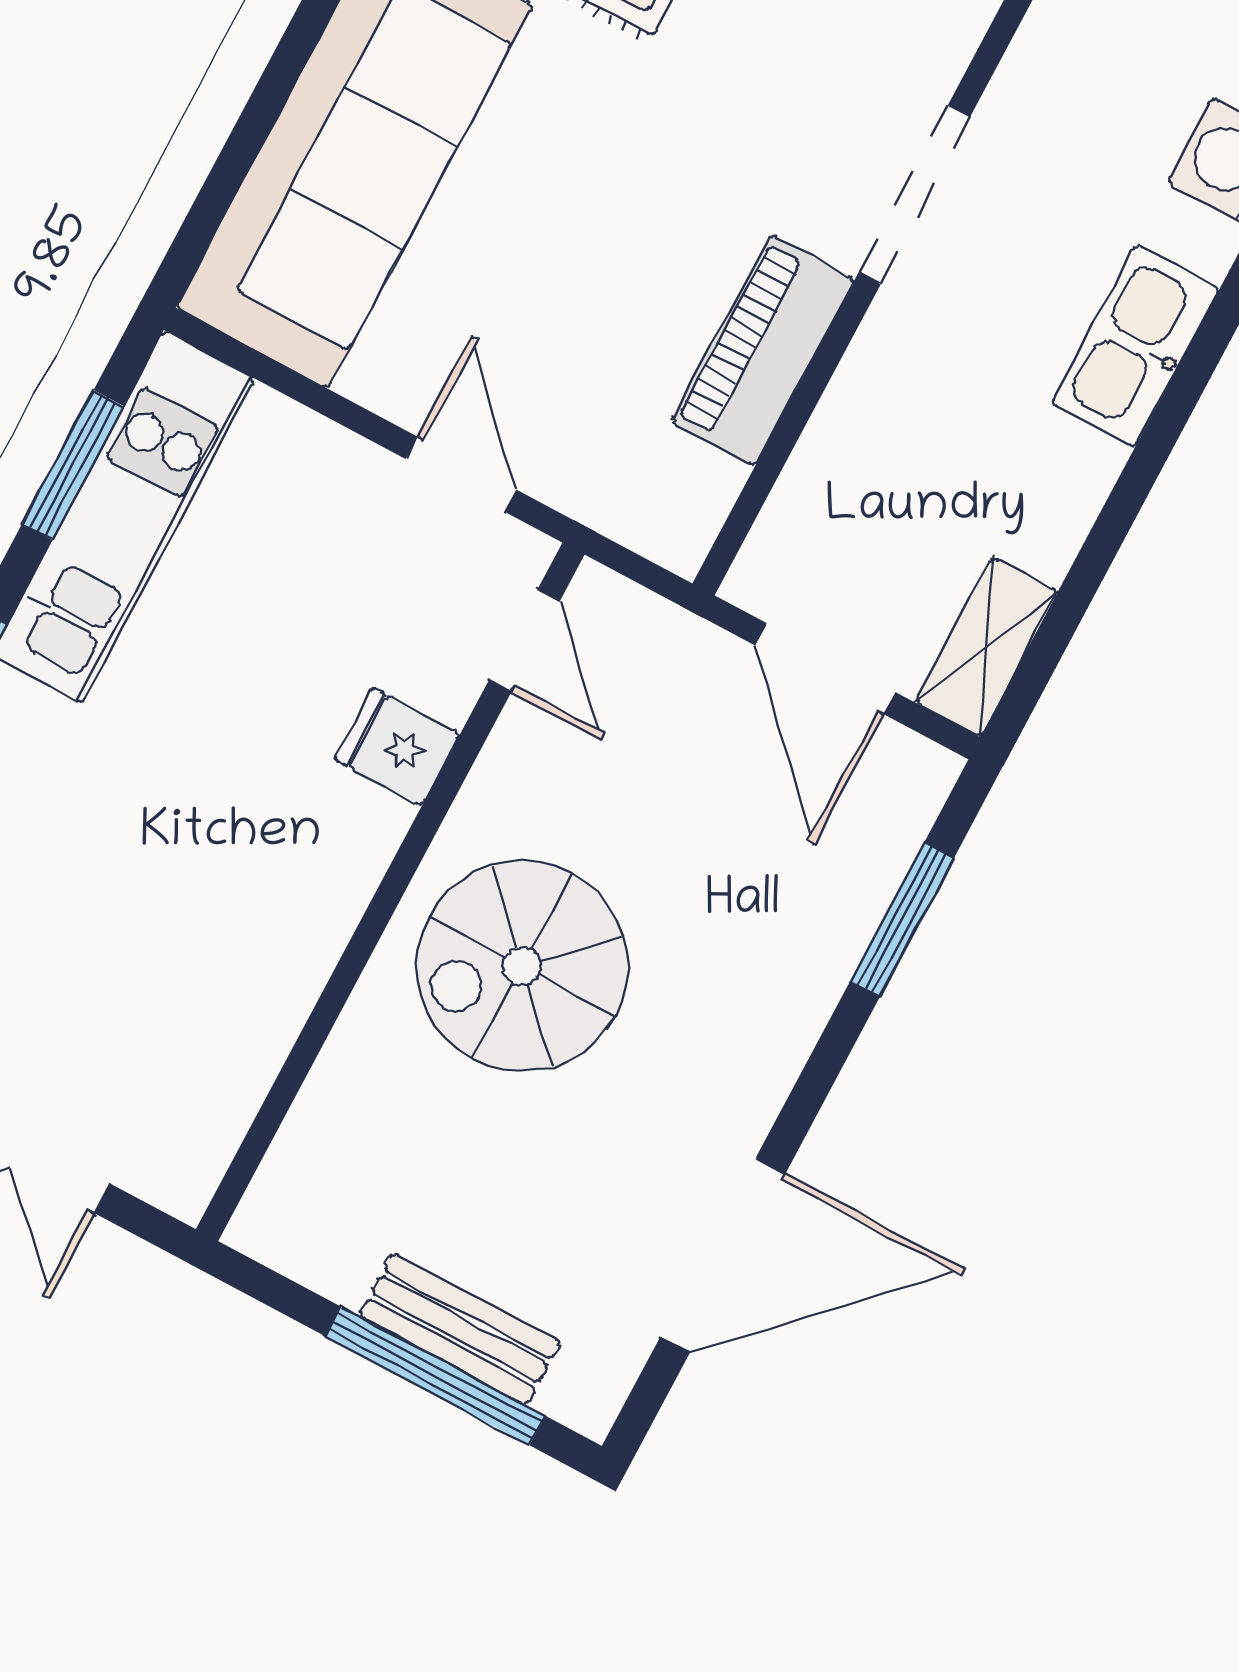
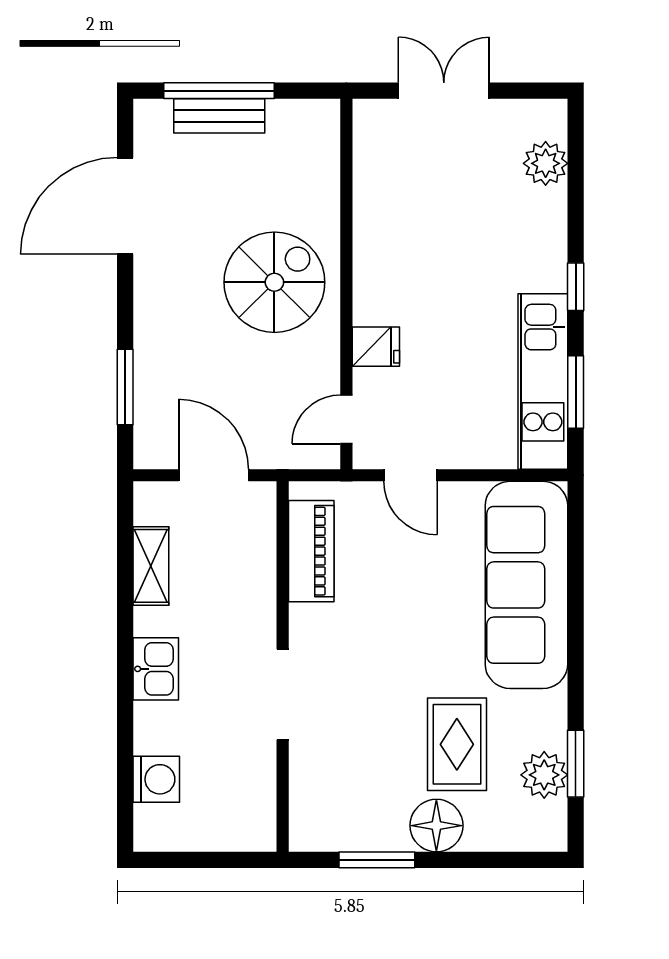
kitchen sink: (1135, 346) -> (156, 669), width x0.73
piano: (763, 351) -> (311, 551), moved
door: (524, 641) -> (346, 419), hinge flipped
shelving: (986, 647) -> (151, 566), moved

